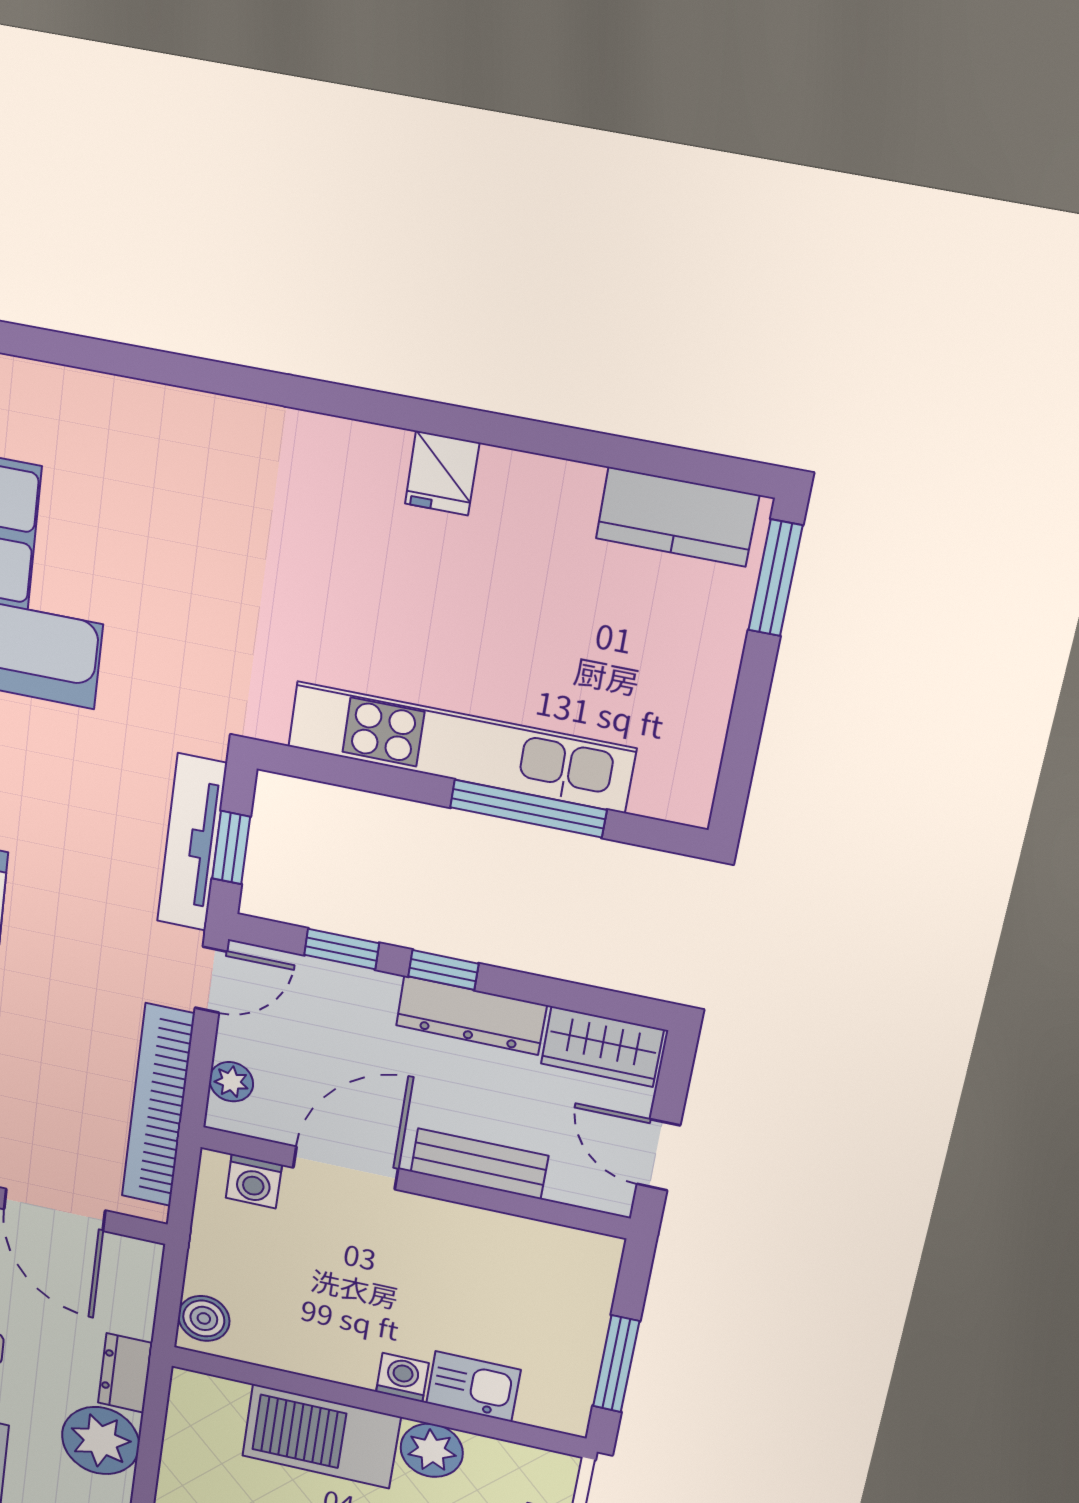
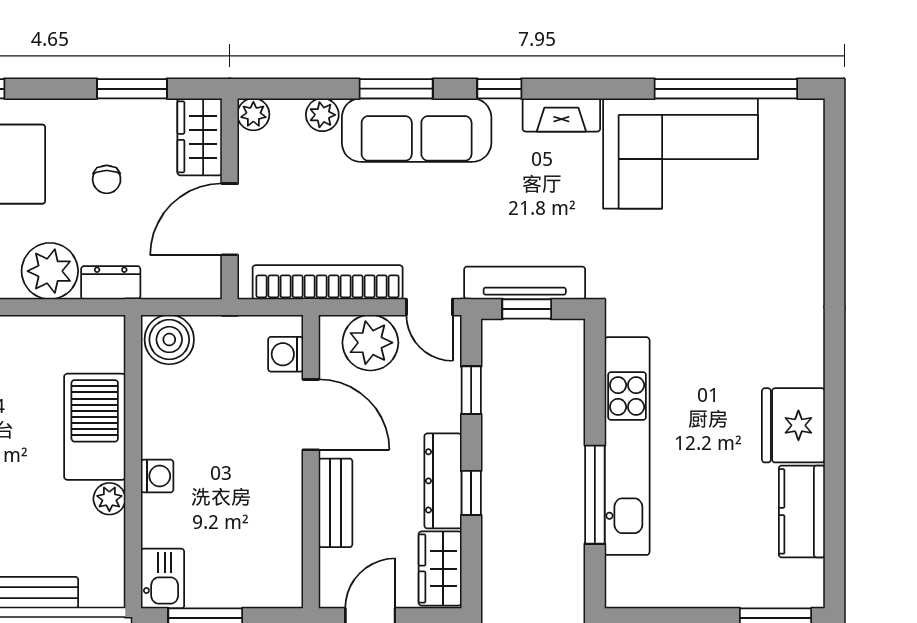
fridge: (442, 473) -> (793, 425), width x1.88, depth x1.34
kitchen counter: (677, 517) -> (802, 511), moved
window: (443, 970) -> (471, 493), moved
plant: (231, 1082) -> (370, 343), width x1.88, depth x1.88
boiler: (204, 1318) -> (169, 340), width x1.36, depth x1.36
kitchen sink: (473, 1386) -> (162, 579), moved
plant: (432, 1450) -> (109, 499), width x0.73, depth x0.73

